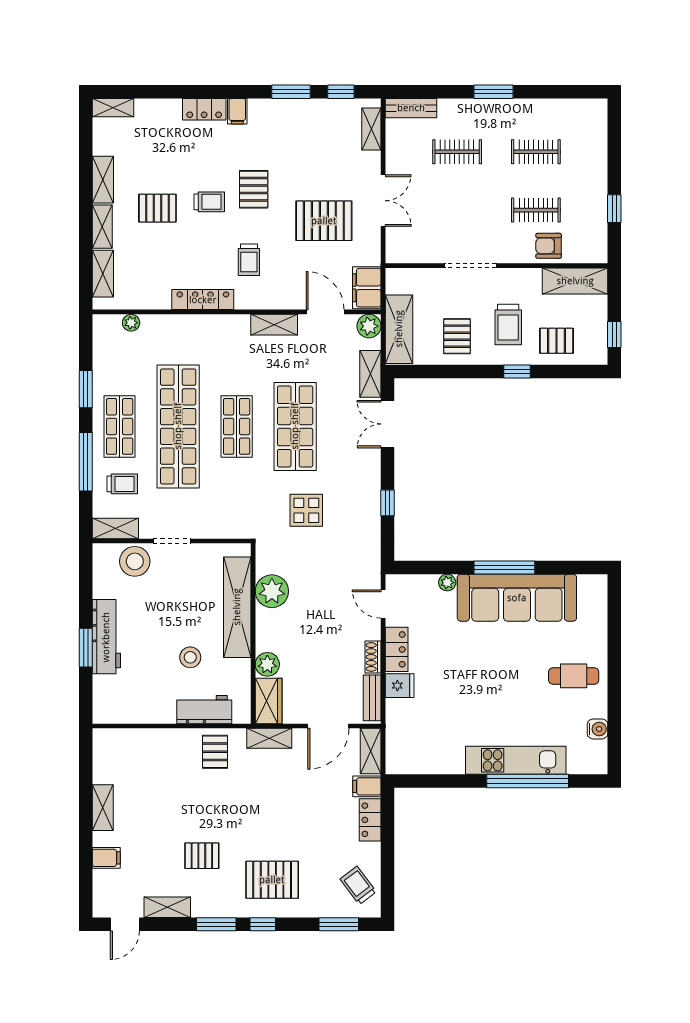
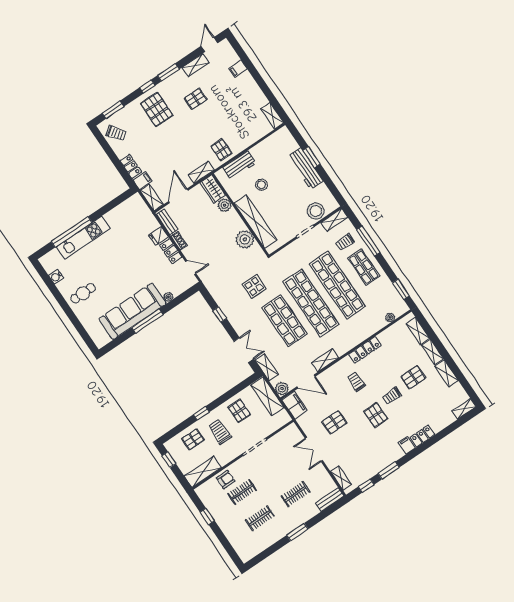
pallet: (324, 221) -> (334, 422), width x0.67, depth x0.71
window: (86, 389) -> (401, 289), moved
shop shelf: (237, 426) -> (311, 303), width x2.00, depth x1.36
shelving: (103, 808) -> (272, 116), moved
pallet: (272, 880) -> (157, 109), turned 90

